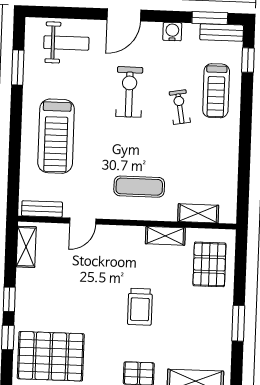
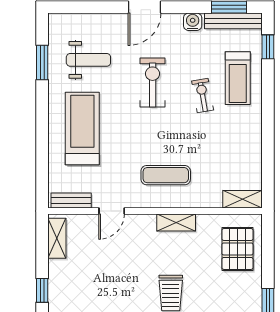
bench: (222, 32) -> (233, 21), width x1.36
weight bench: (66, 43) -> (88, 60), moved
treadmill: (56, 136) -> (82, 129), turned 180
shelving: (198, 213) -> (243, 199), moved
shelving: (165, 236) -> (176, 223), moved

